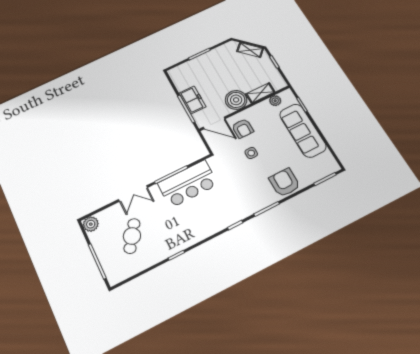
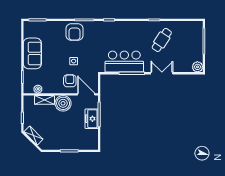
sofa: (303, 130) -> (32, 53), width x0.73
armchair: (285, 183) -> (75, 32), moved
cafe table: (132, 236) -> (162, 40), moved

